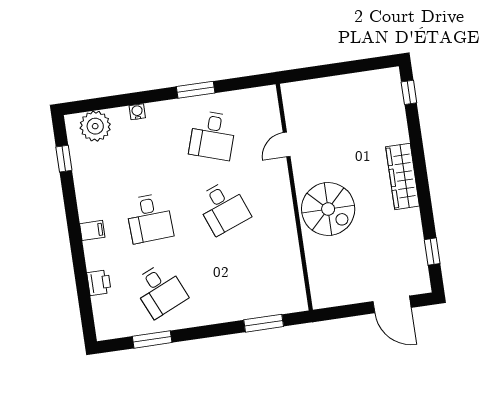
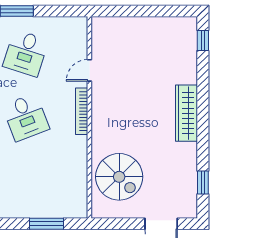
bookcase: (285, 192) -> (82, 111), added
spiral stairs: (328, 209) -> (119, 177), moved

